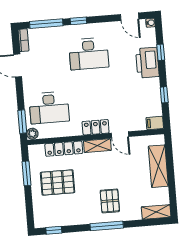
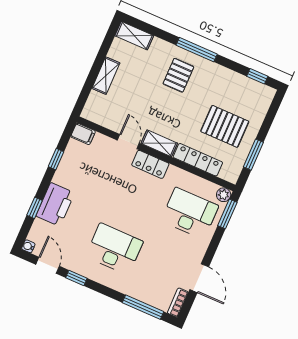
window: (78, 21) -> (76, 278), moved
shelving: (158, 166) -> (106, 76), width x0.67, depth x0.75

